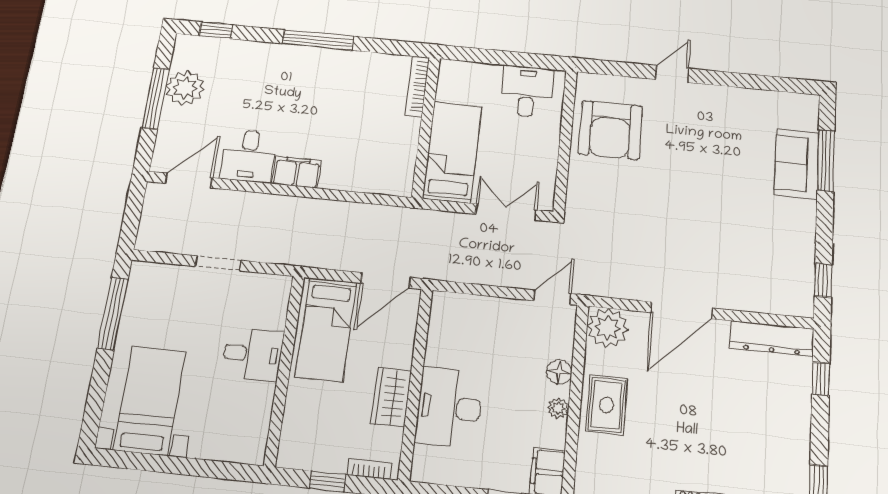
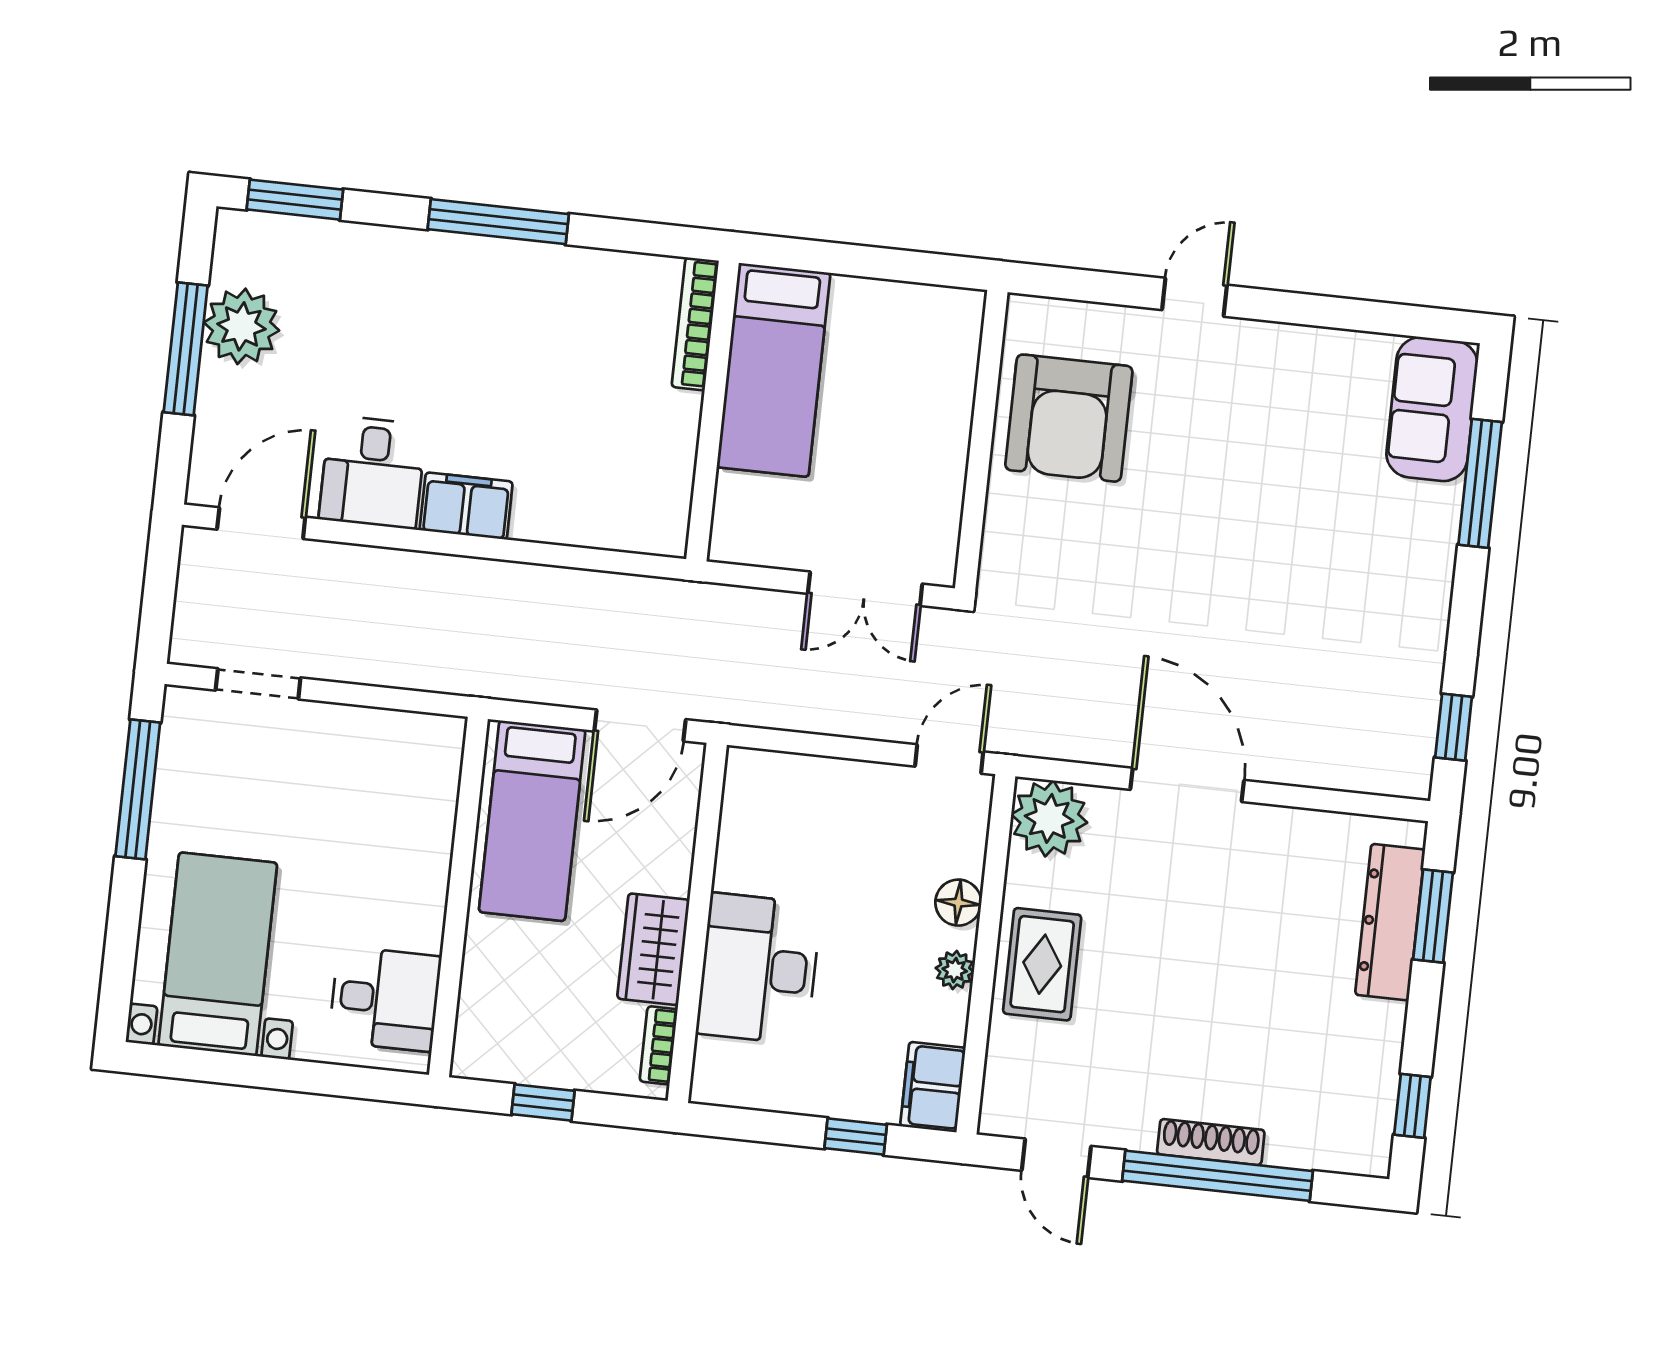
window: (216, 30) -> (295, 200), width x1.50
desk: (527, 91) -> (909, 335), removed
bed: (452, 152) -> (774, 370), moved, turned 180
sofa: (797, 164) -> (1432, 409), moved
double door: (506, 212) -> (865, 589), swing flipped
doorway: (218, 263) -> (258, 684), moved
door: (682, 310) -> (1187, 785), swing flipped
dresser: (772, 339) -> (1390, 922), moved, turned 90
desk: (253, 354) -> (385, 999), moved
window: (821, 379) -> (1433, 916), width x1.50
bookcase: (369, 469) -> (659, 1045), moved, turned -90

